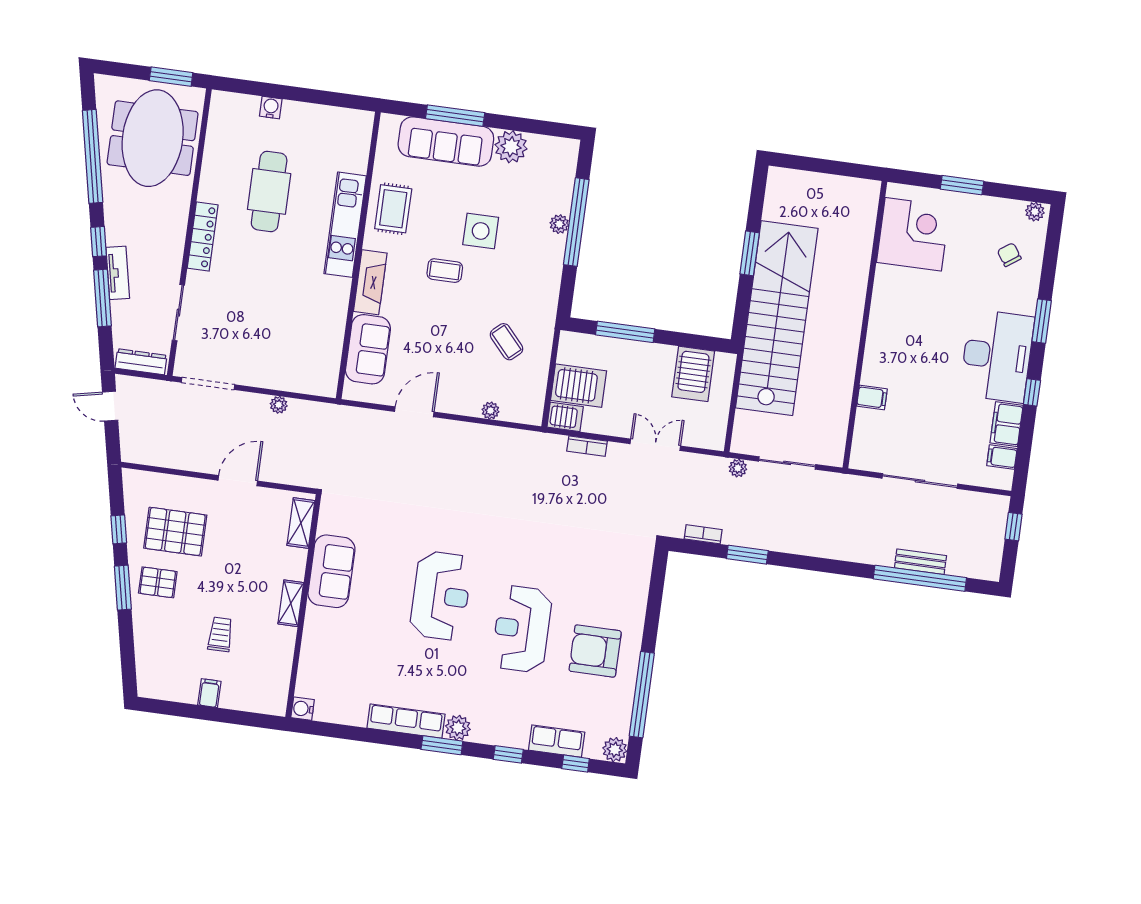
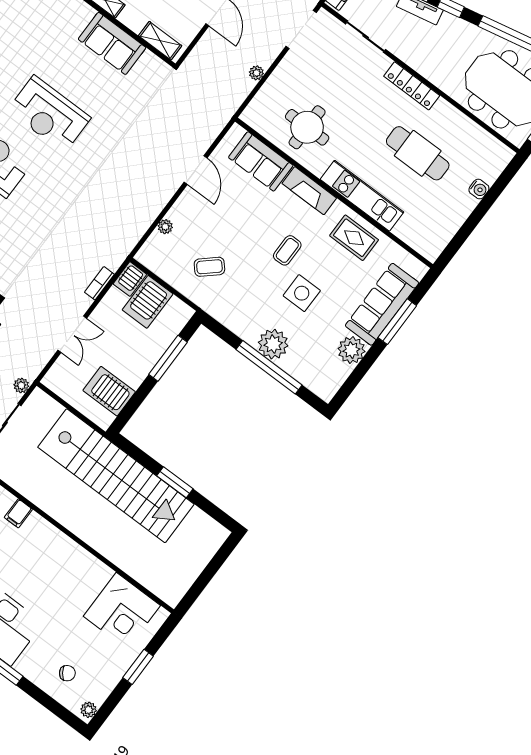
plant: (559, 224) -> (273, 344), width x1.87, depth x1.87
round table: (306, 321) -> (307, 127), added

